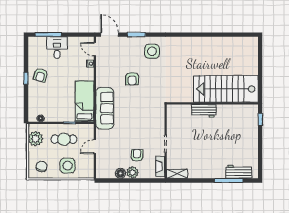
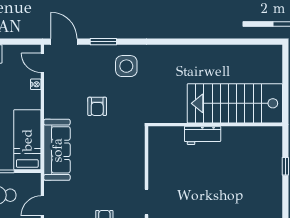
stairs: (226, 89) -> (235, 103), moved
wall: (212, 103) -> (215, 125), moved
workbench: (204, 111) -> (203, 135), moved

